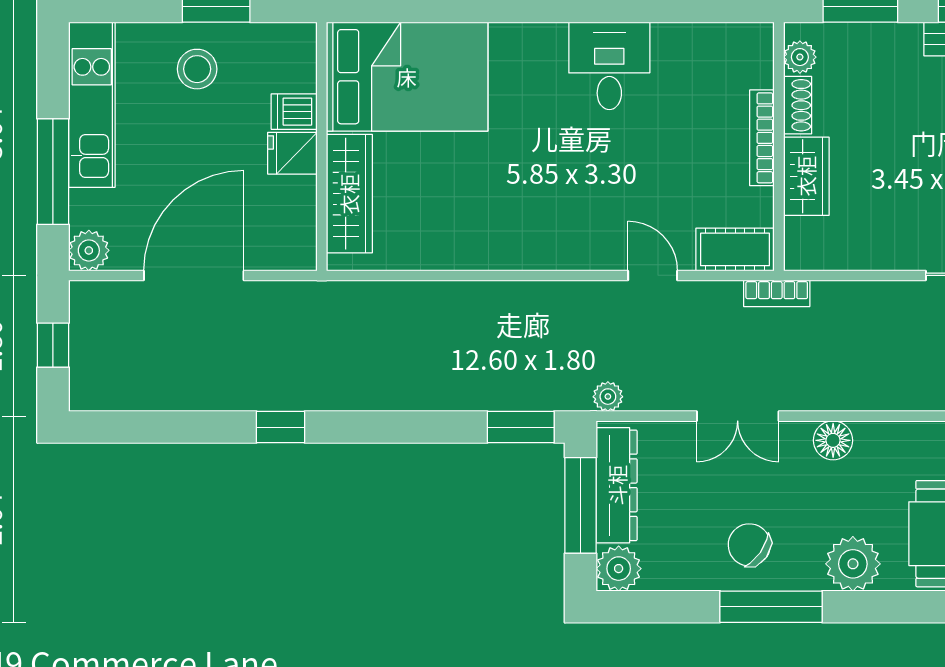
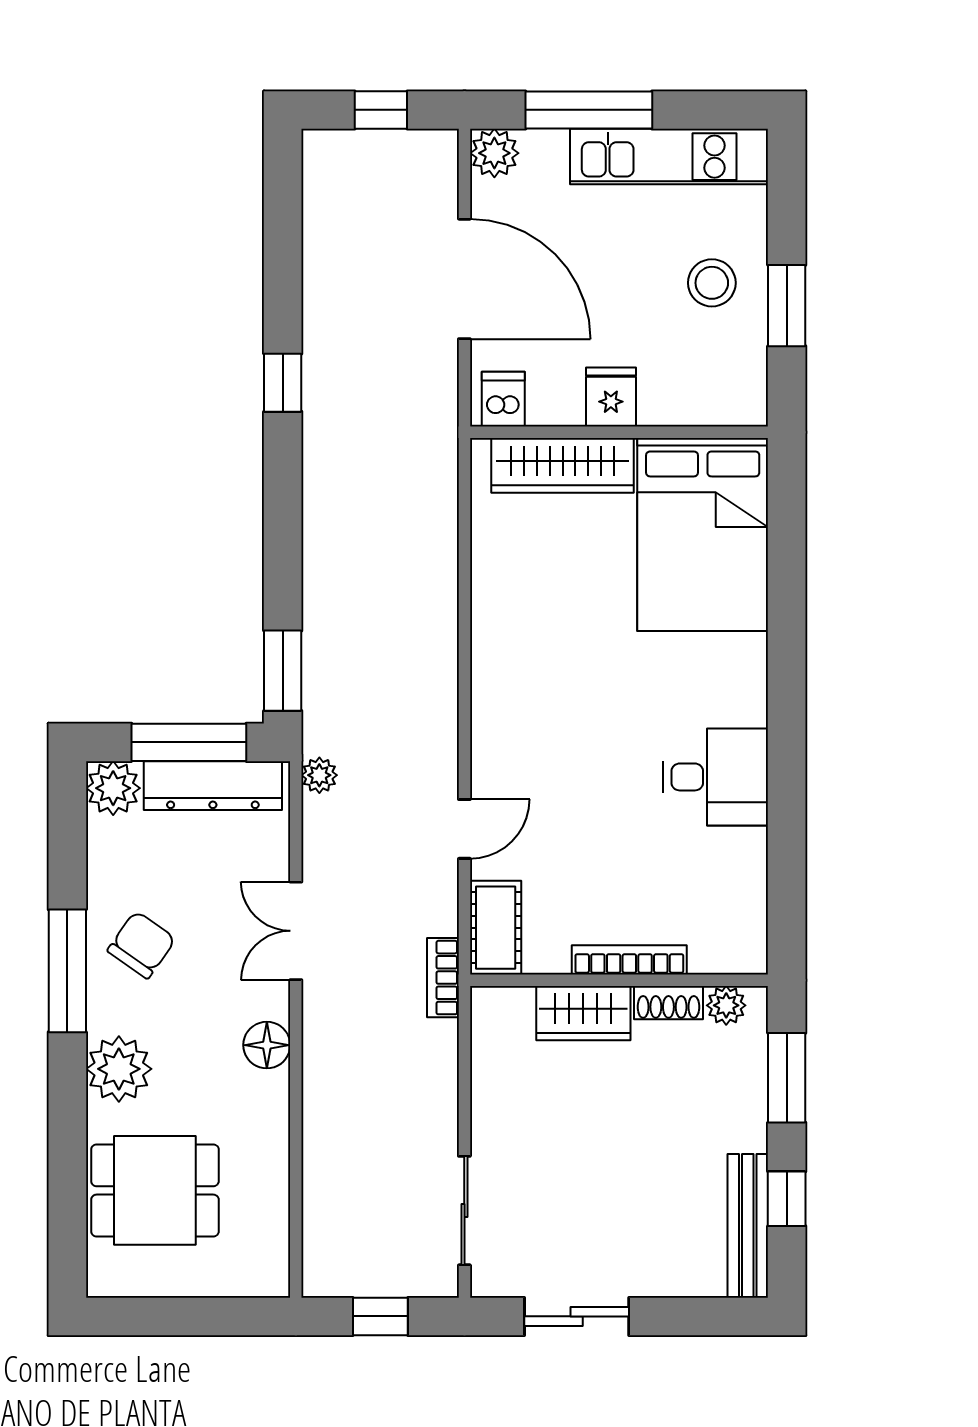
dishwasher: (294, 112) -> (503, 399), moved

